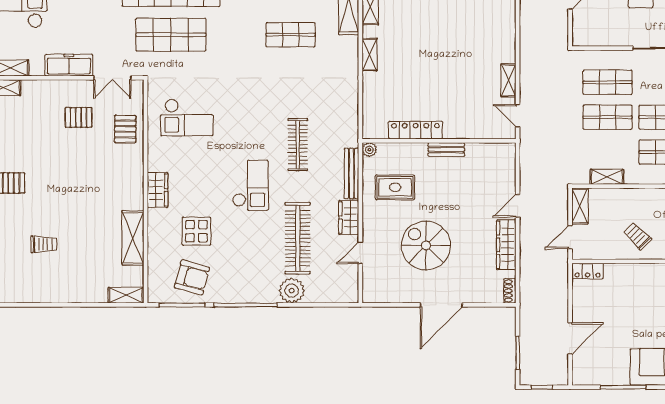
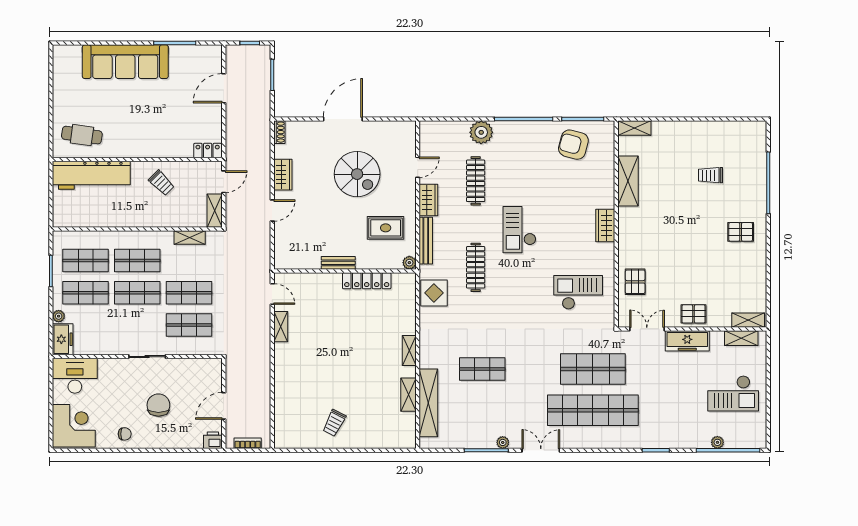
pallet: (78, 117) -> (693, 314), moved
display table: (196, 231) -> (434, 293), moved
clothes rail: (298, 238) -> (476, 181), width x0.73, depth x0.76
wardrobe: (506, 245) -> (283, 175), width x0.67

